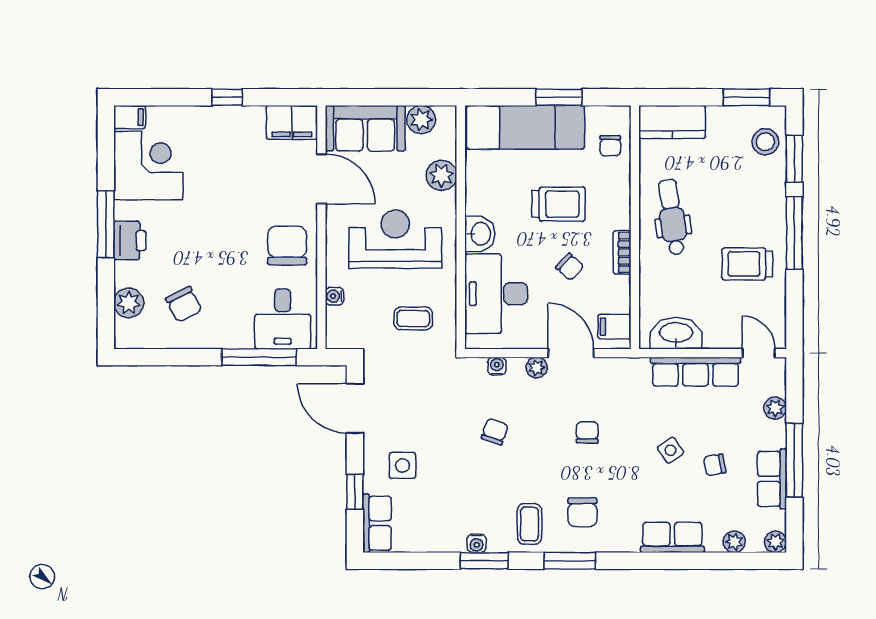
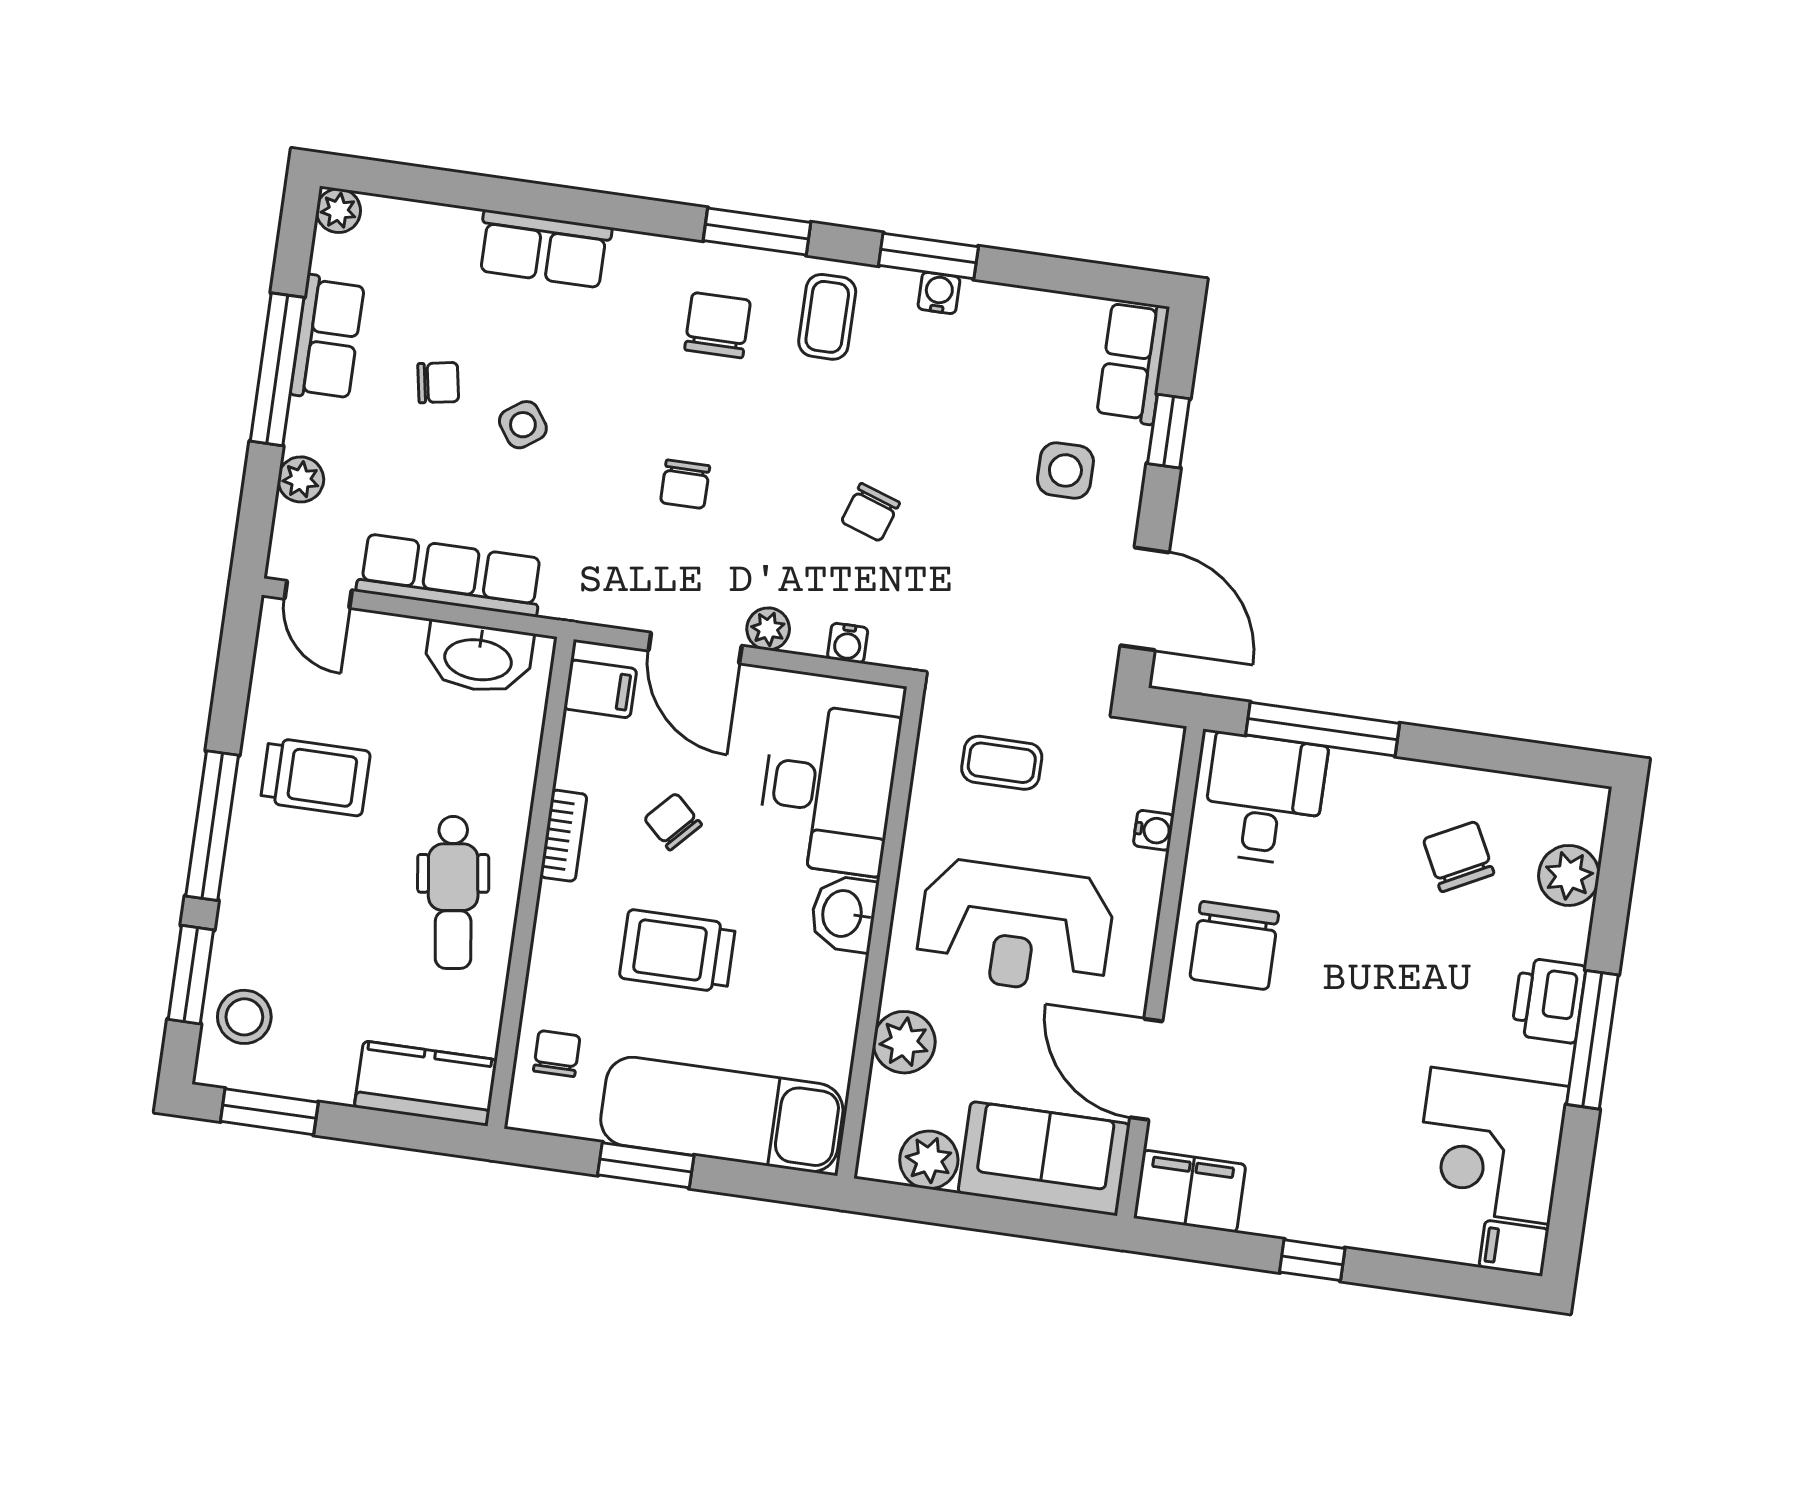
plant: (734, 542) -> (421, 223), removed

